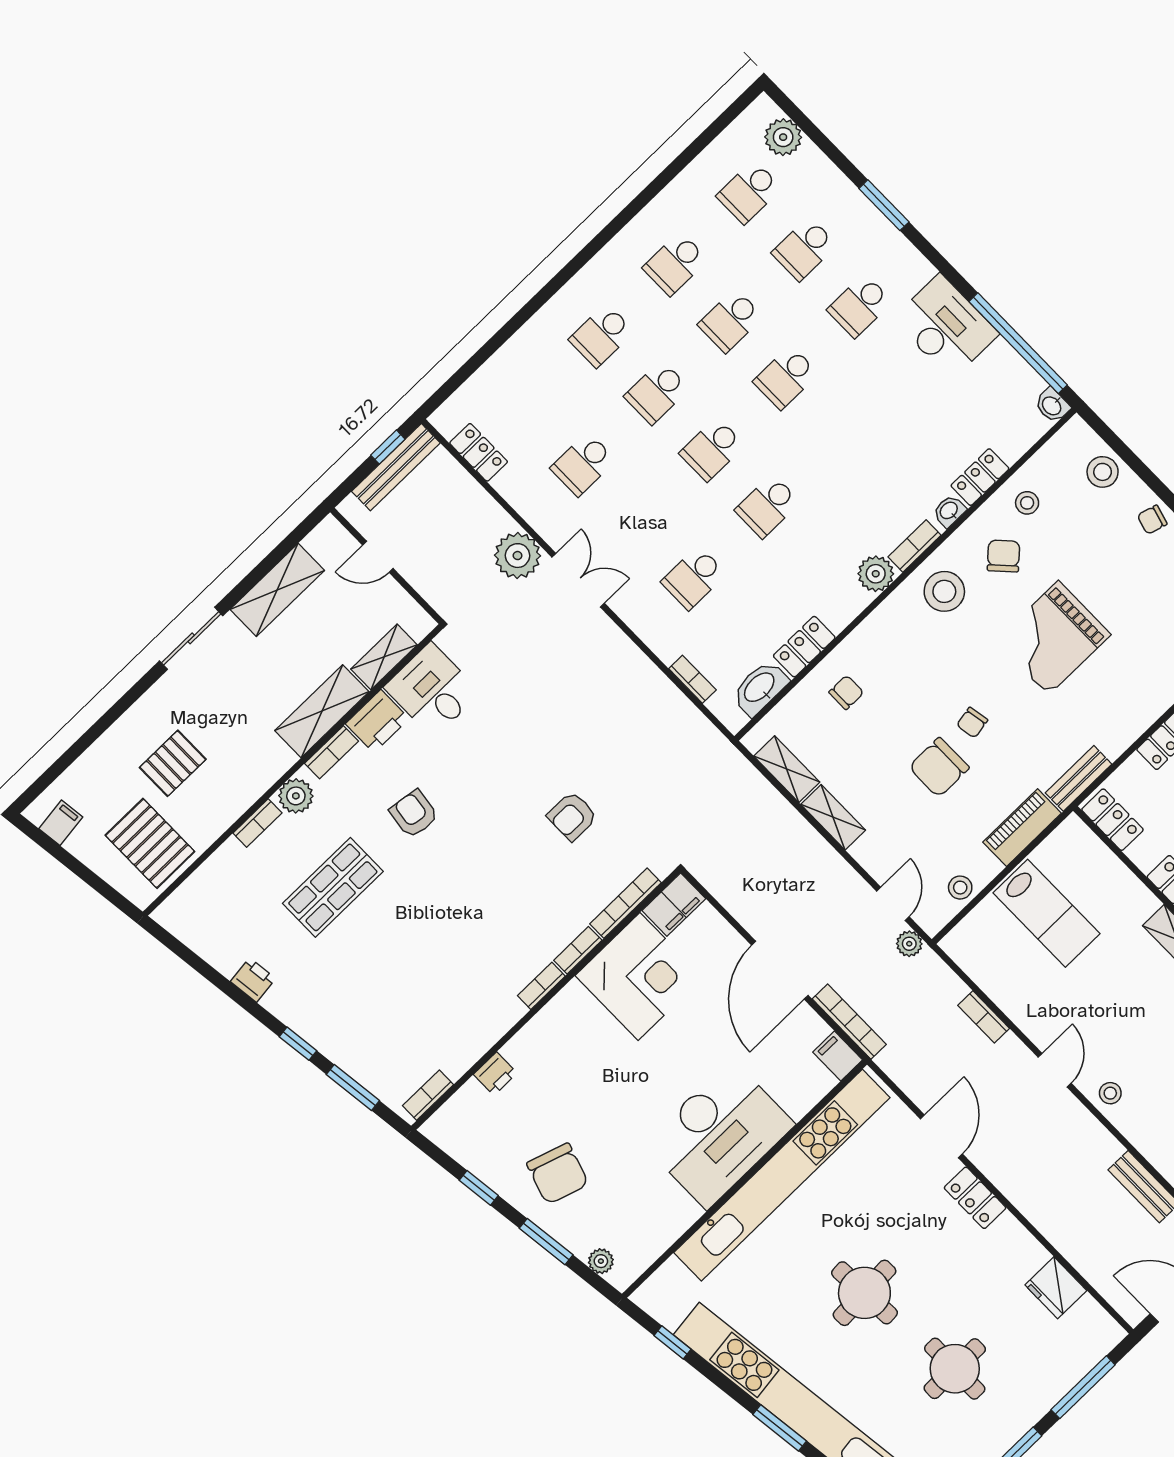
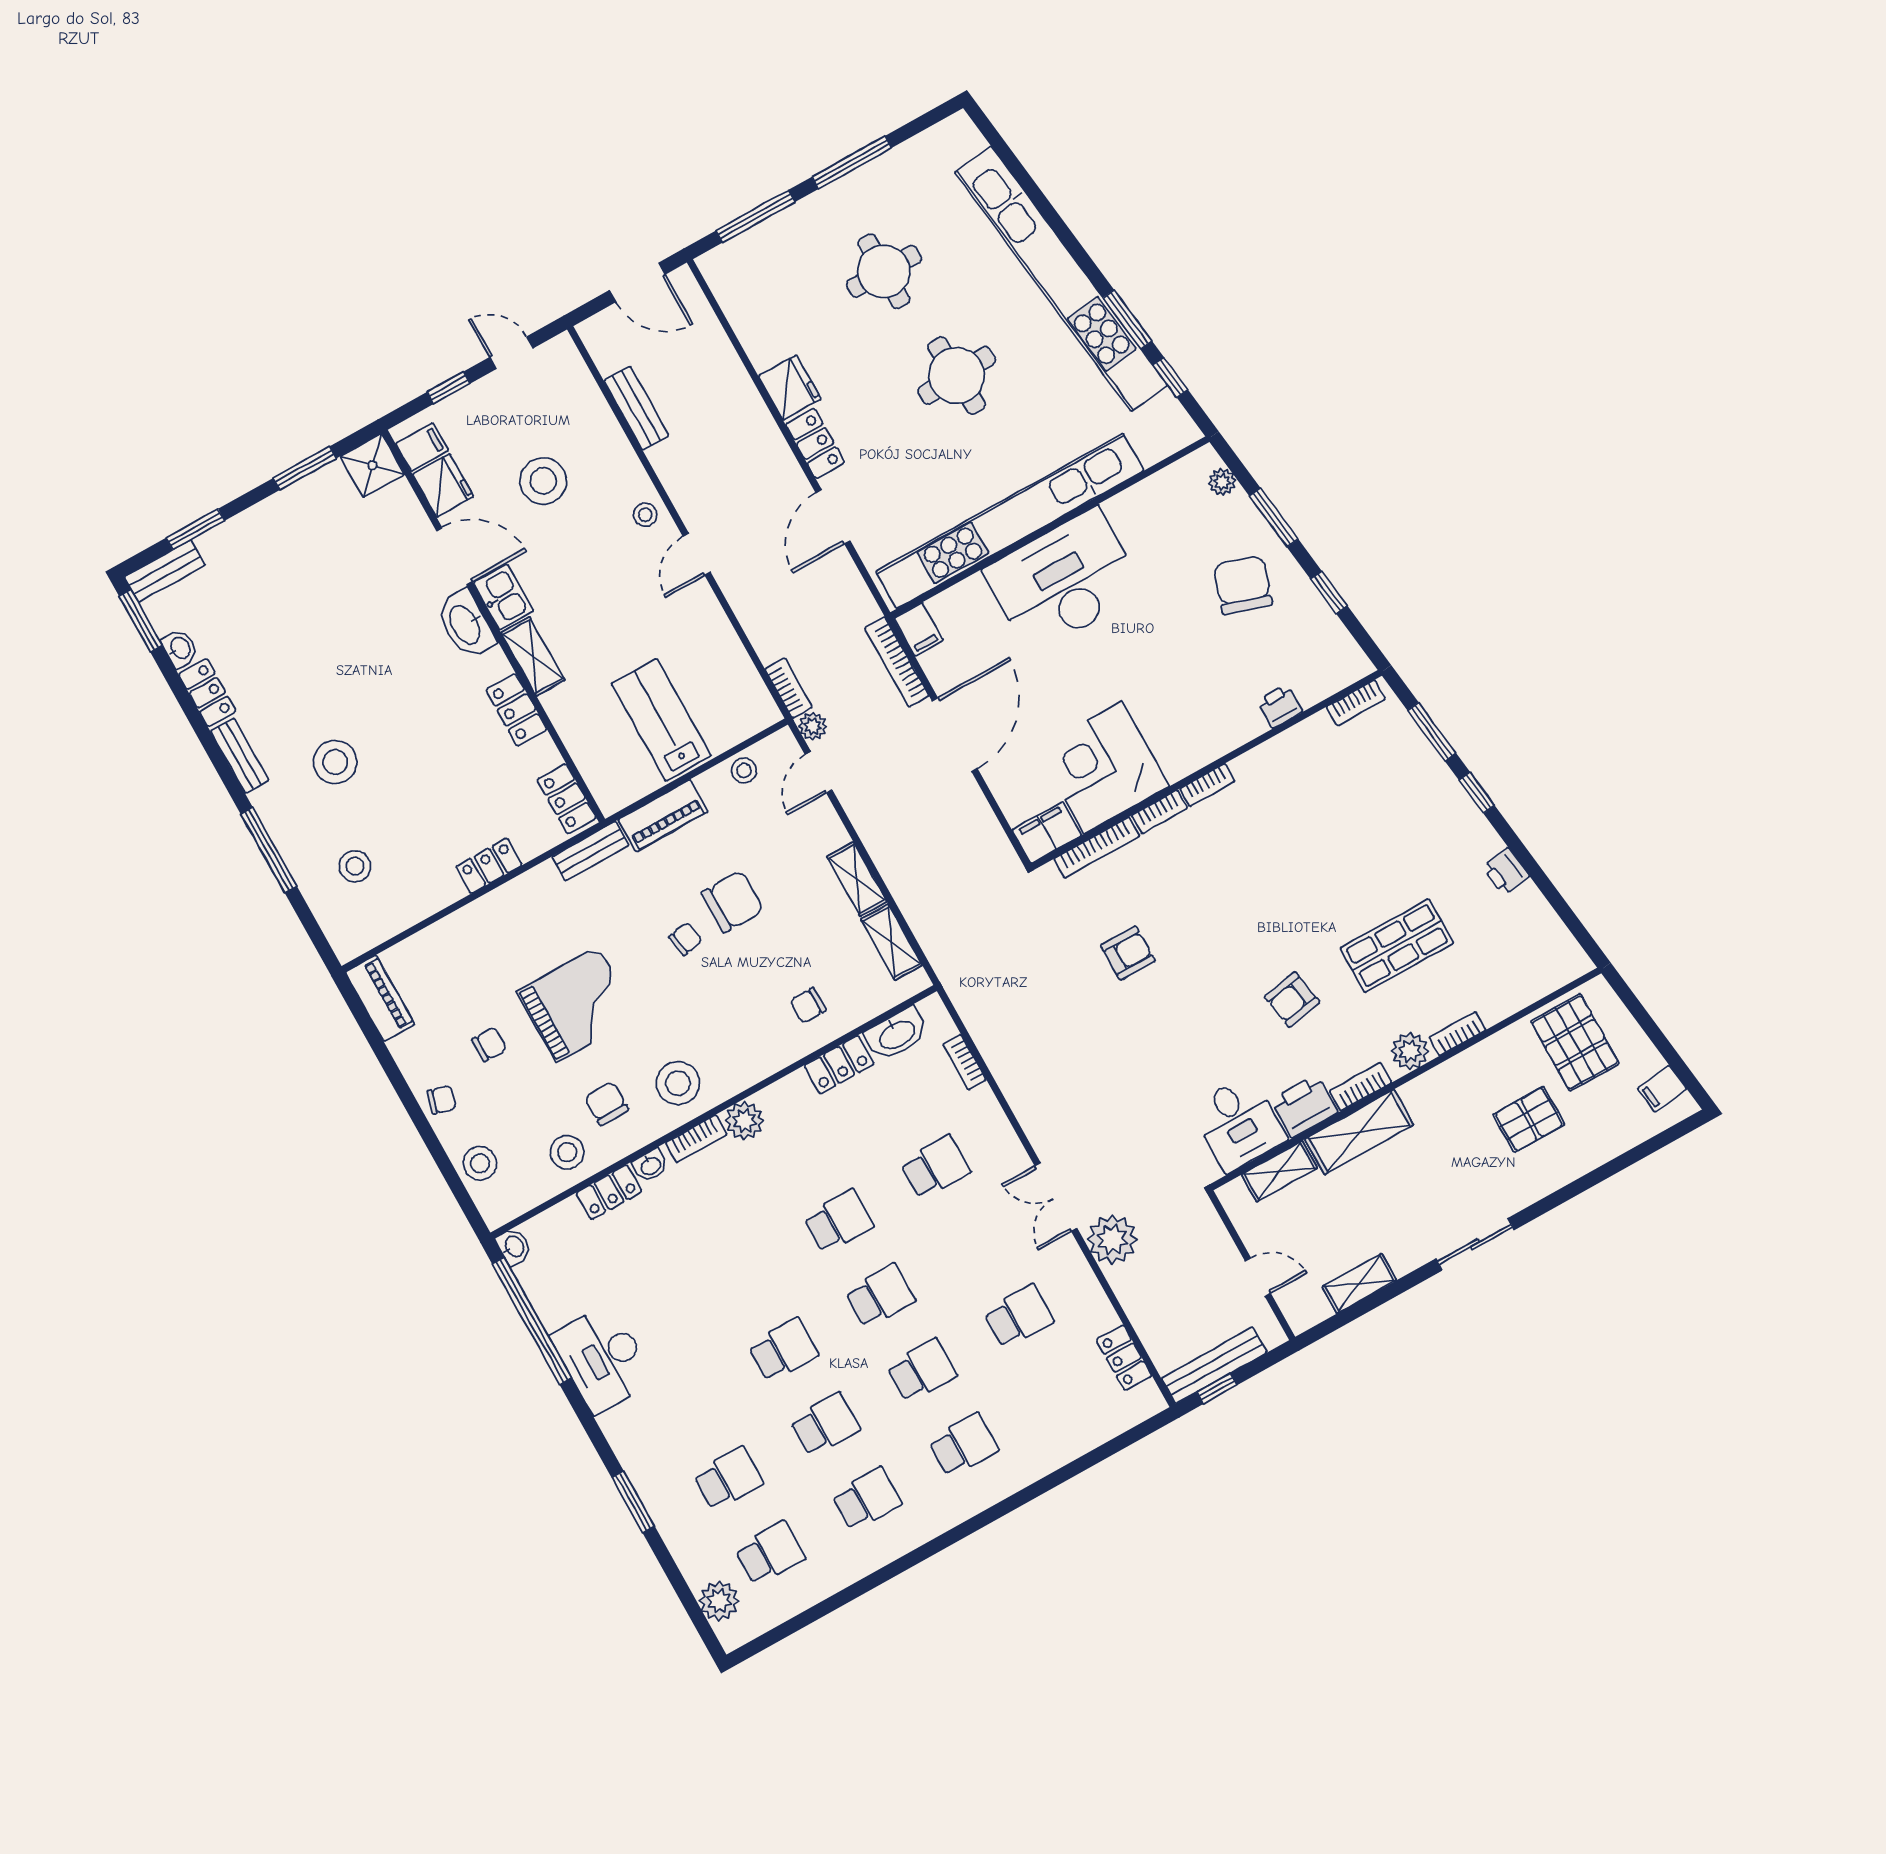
school desk: (860, 306) -> (687, 1404), removed
stool: (1027, 503) -> (567, 1152), width x1.37, depth x1.37
chair: (1003, 556) -> (607, 1103), turned 133
chair: (1123, 581) -> (489, 1044), added
shelving: (277, 590) -> (1359, 1283), width x0.67, depth x0.75
armchair: (414, 814) -> (1292, 1000), turned 72
bookcase: (984, 1017) -> (789, 688), moved
fridge: (1056, 1288) -> (790, 387), moved
window: (780, 1428) -> (1128, 319), moved

